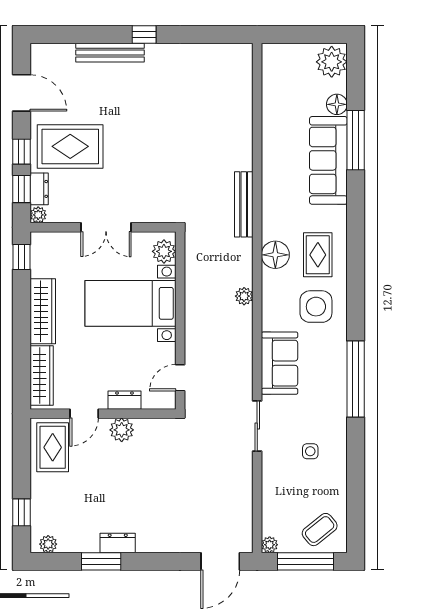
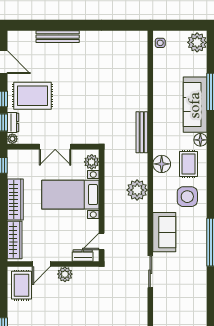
window: (144, 34) -> (79, 25), removed
floor lamp: (337, 104) -> (200, 140), moved
plant: (244, 296) -> (137, 190), width x1.87, depth x1.87
dresser: (124, 400) -> (83, 256), moved
side table: (310, 451) -> (160, 43), moved

